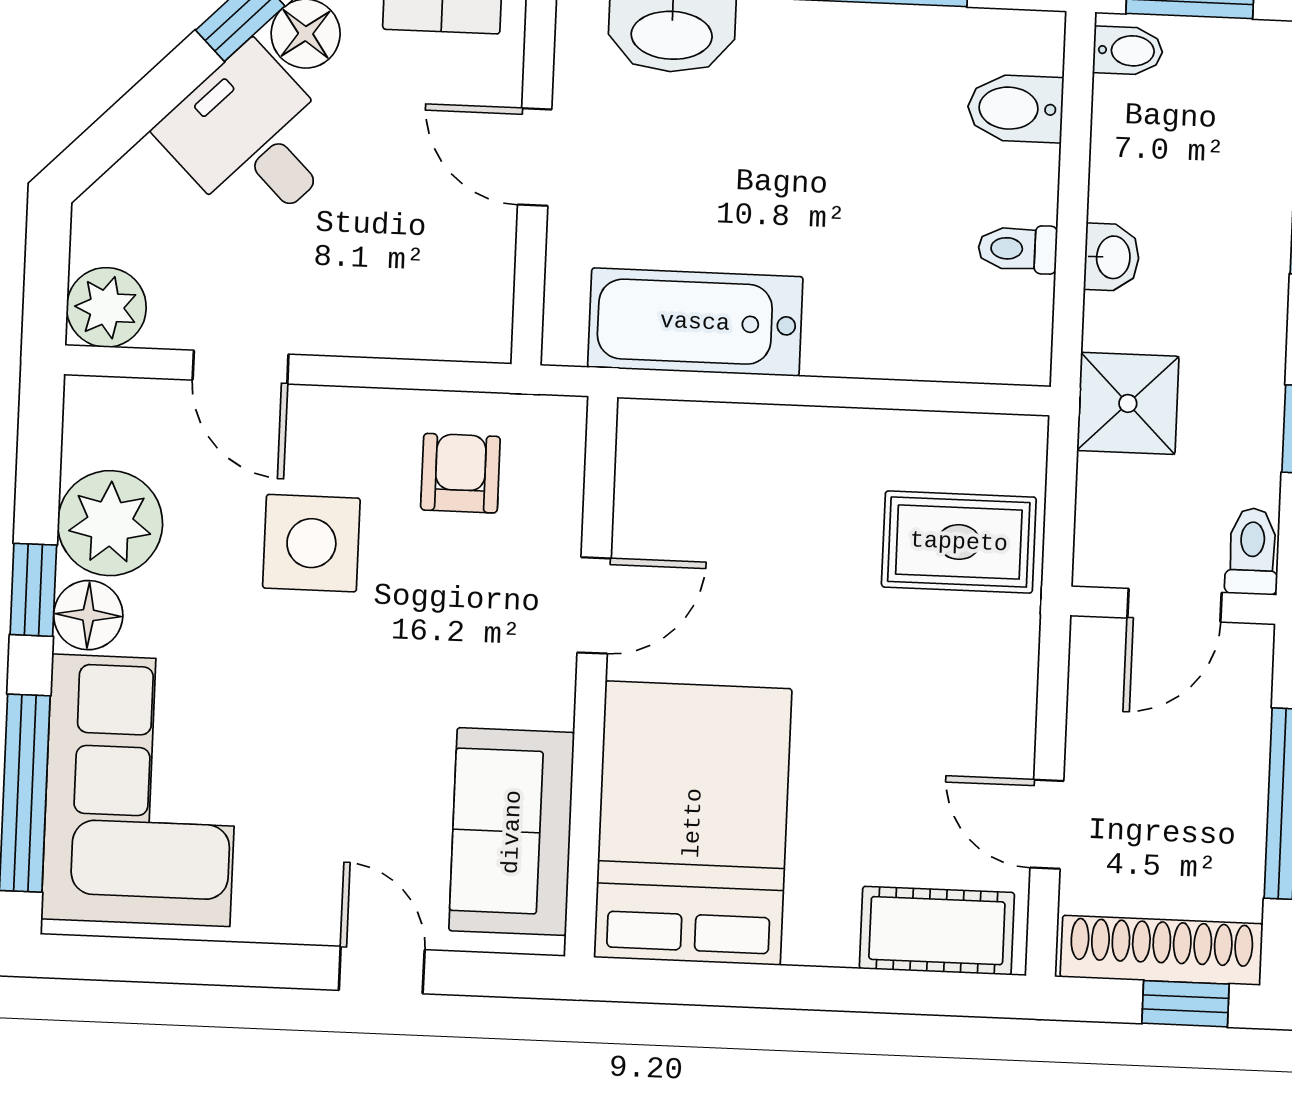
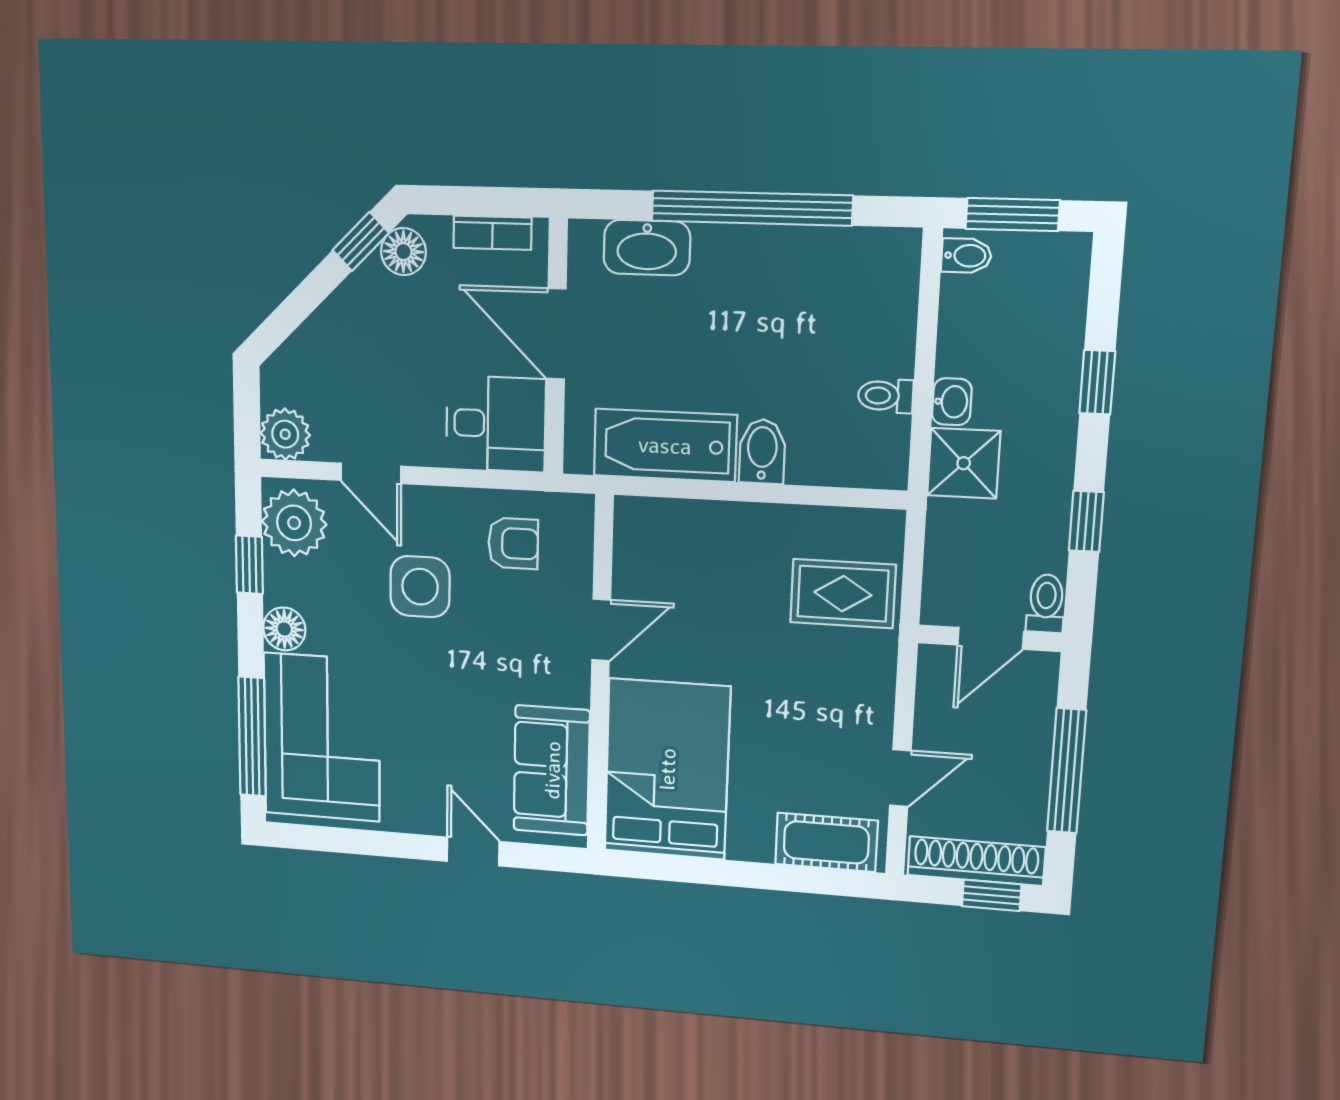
bidet: (1015, 108) -> (762, 451), moved, turned 90
desk: (252, 139) -> (496, 424), moved, turned 135
door: (535, 157) -> (556, 334), width x1.38
shower: (1128, 403) -> (964, 463), moved
armchair: (460, 473) -> (513, 543), turned 90
plant: (110, 523) -> (294, 523), moved
window: (33, 590) -> (249, 565), moved
door: (1047, 824) -> (900, 778), swing flipped

